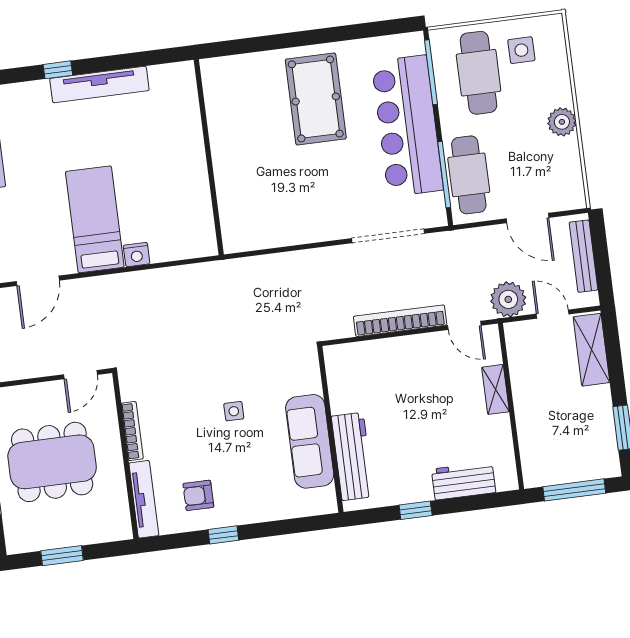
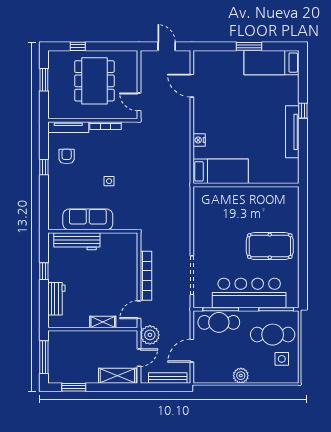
bed: (95, 219) -> (221, 171), moved

